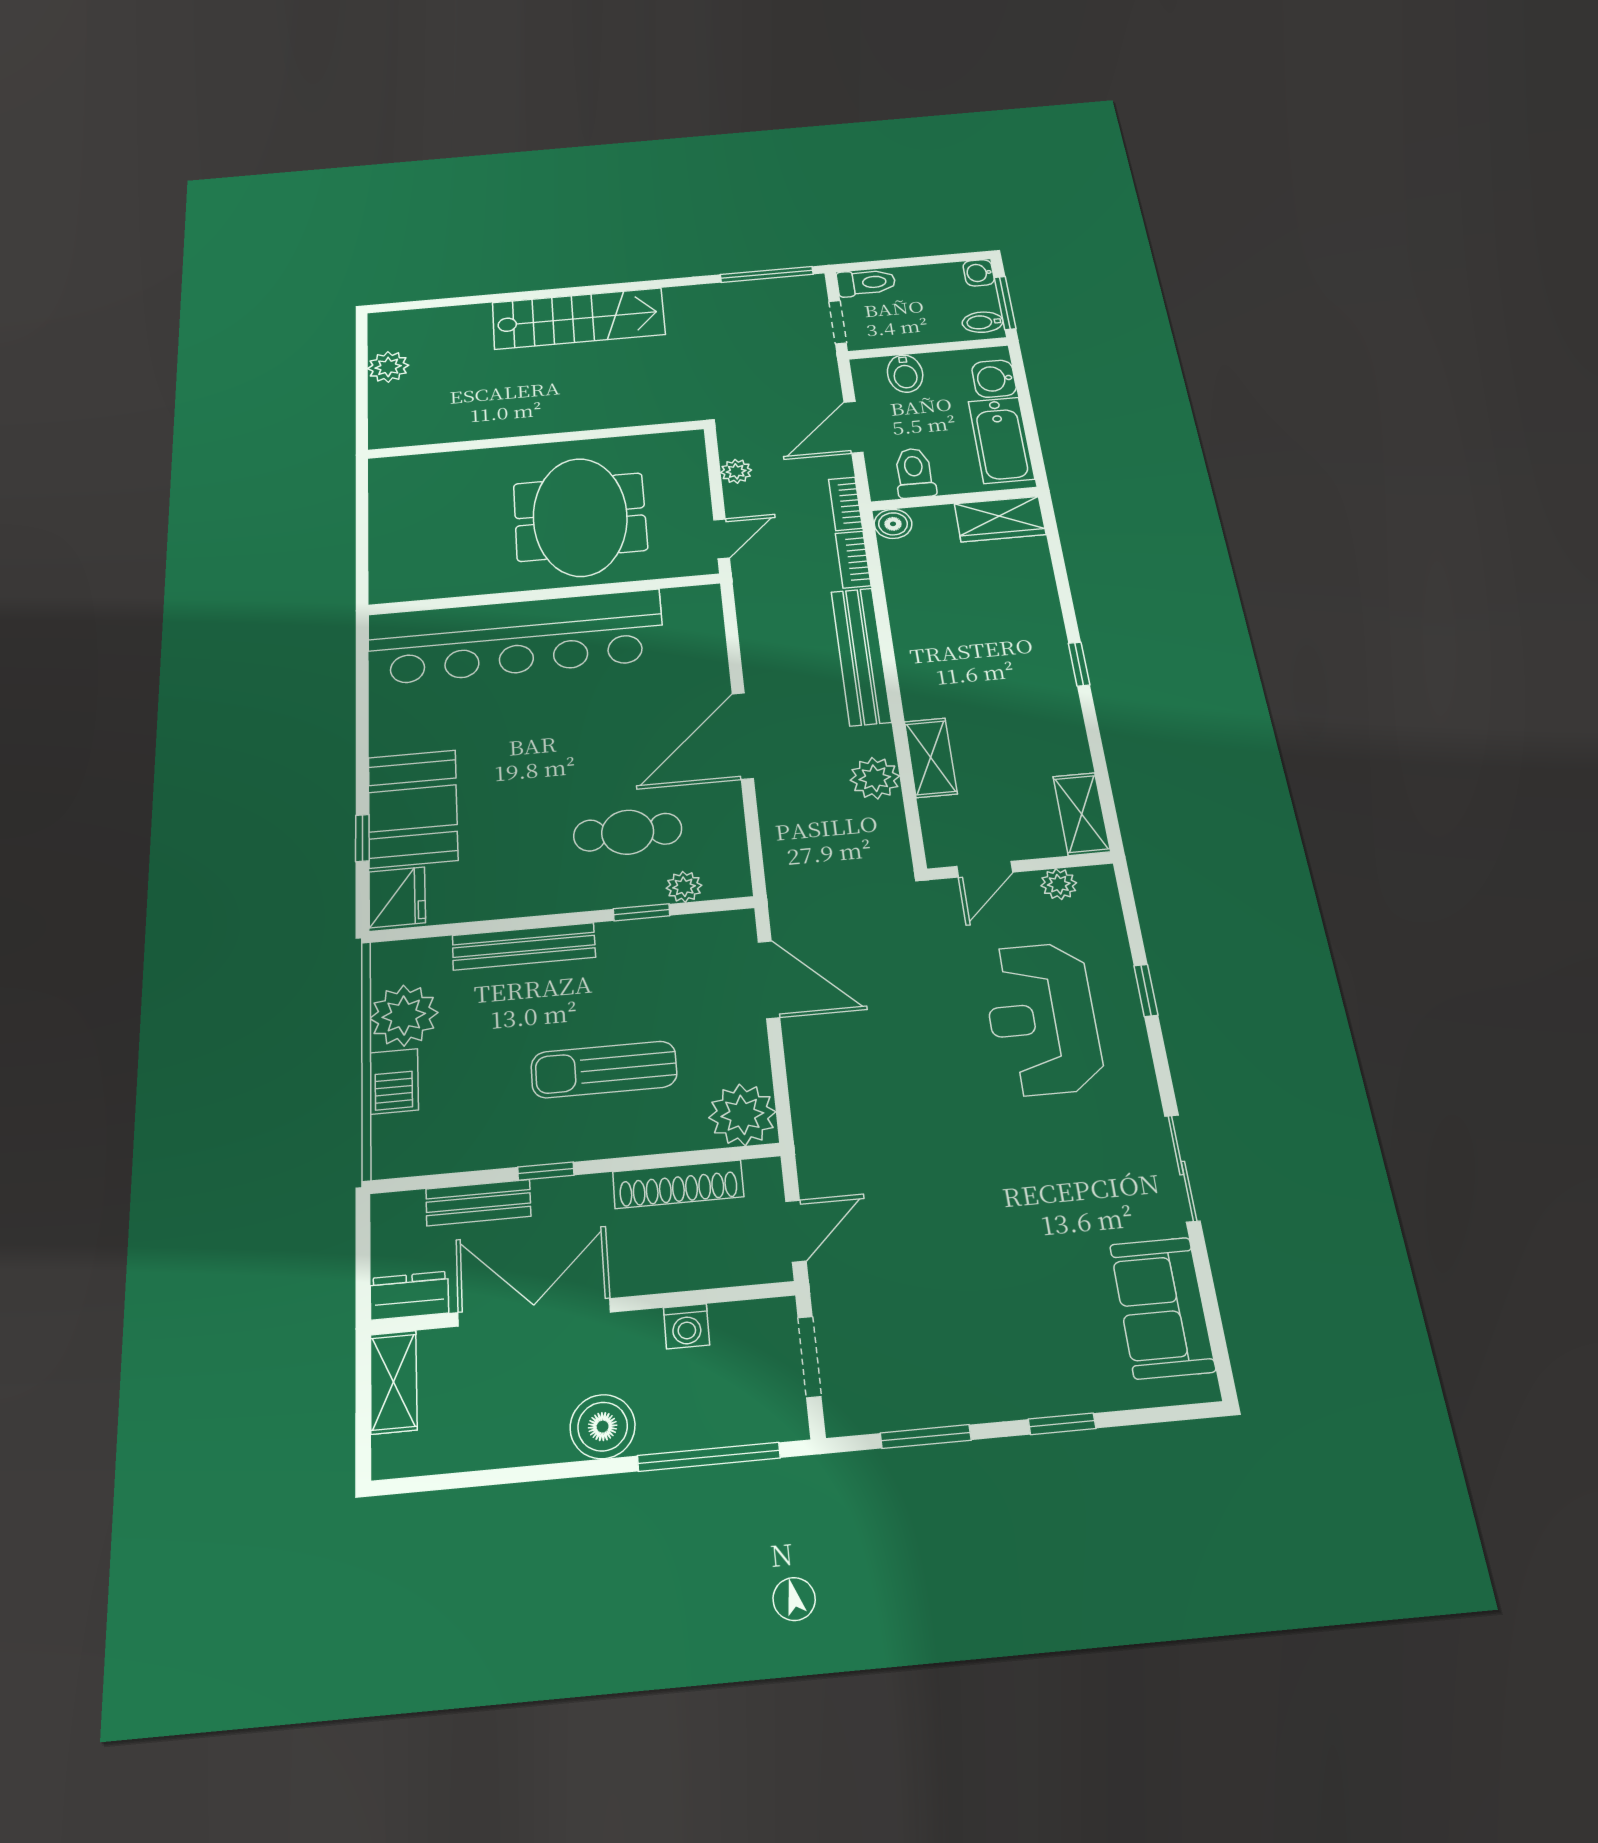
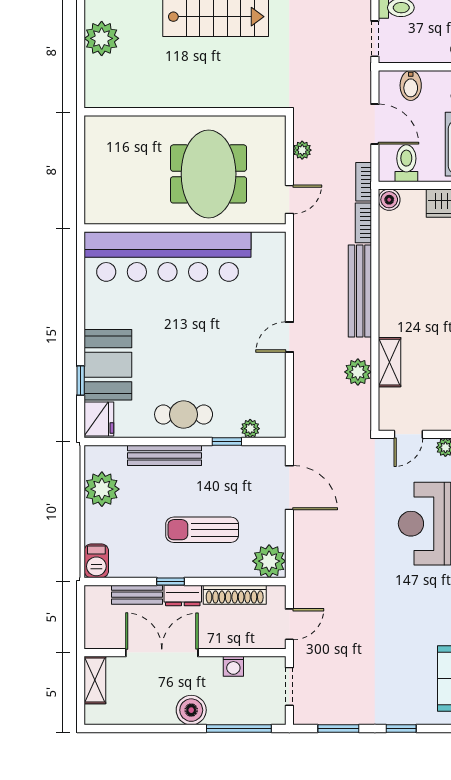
plant: (388, 367) -> (102, 38), width x1.36, depth x1.36
door: (853, 427) -> (375, 124), swing flipped
door: (743, 736) -> (289, 337), width x0.53
cafe table: (628, 832) -> (184, 414), moved
barbecue: (394, 1081) -> (96, 561), moved
dresser: (409, 1296) -> (183, 595), moved, turned 180

